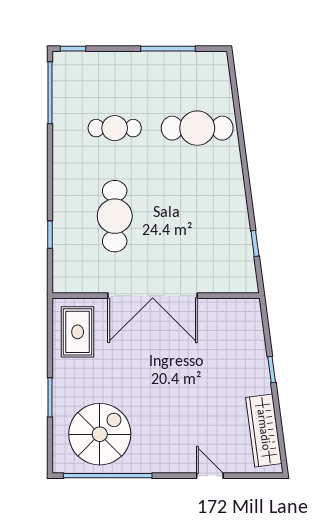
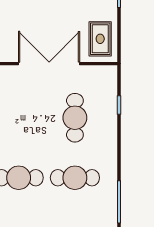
cafe table: (115, 128) -> (75, 178), width x1.37, depth x1.35

